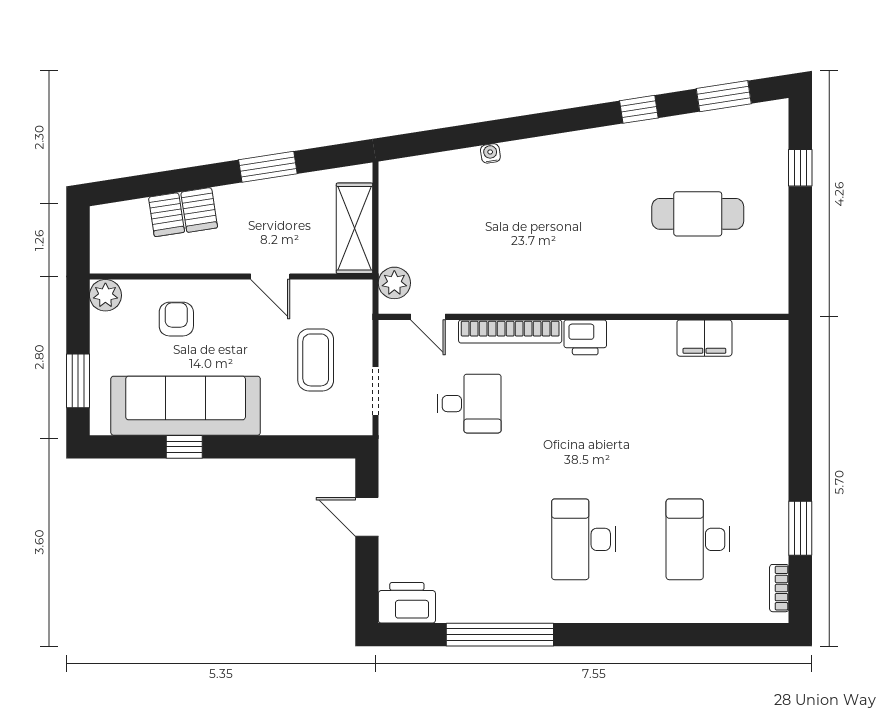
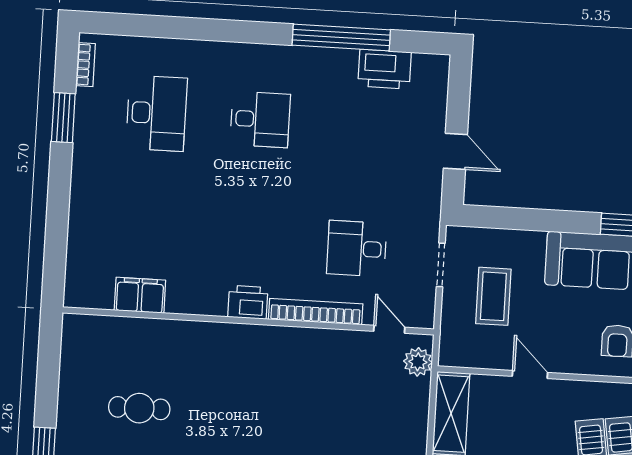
cafe table: (698, 214) -> (139, 408), width x0.73, depth x0.74
desk: (584, 539) -> (260, 119), width x0.73
printer: (407, 603) -> (385, 69), moved

